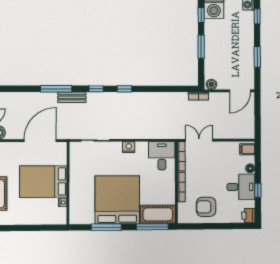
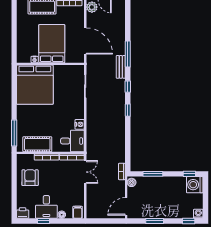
window: (201, 47) -> (153, 174), moved
door: (240, 91) -> (126, 206), hinge flipped
nightstand: (129, 147) -> (80, 124), moved
bed: (117, 200) -> (35, 85), moved, turned 90
cot: (158, 214) -> (37, 144), moved, turned 90
window: (106, 227) -> (14, 95), removed

